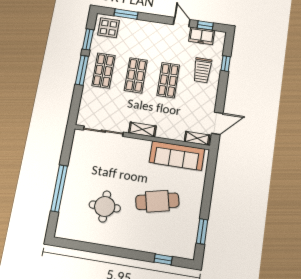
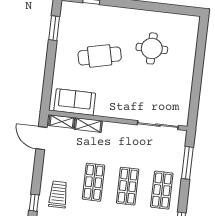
window: (82, 70) -> (187, 163), moved
door: (217, 123) -> (41, 138), hinge flipped
shelving: (142, 129) -> (88, 125), moved
sofa: (177, 156) -> (75, 102), width x0.73
window: (59, 188) -> (199, 65), removed

